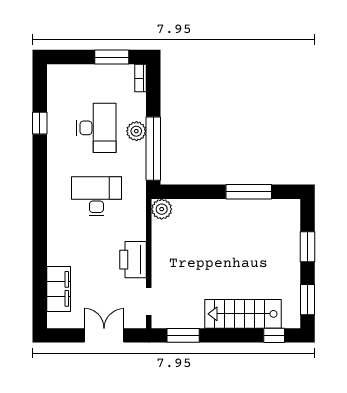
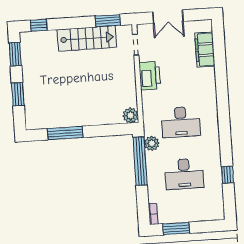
desk: (96, 128) -> (184, 174), turned -90
plant: (136, 131) -> (152, 143), moved
stairs: (243, 314) -> (87, 38), moved

